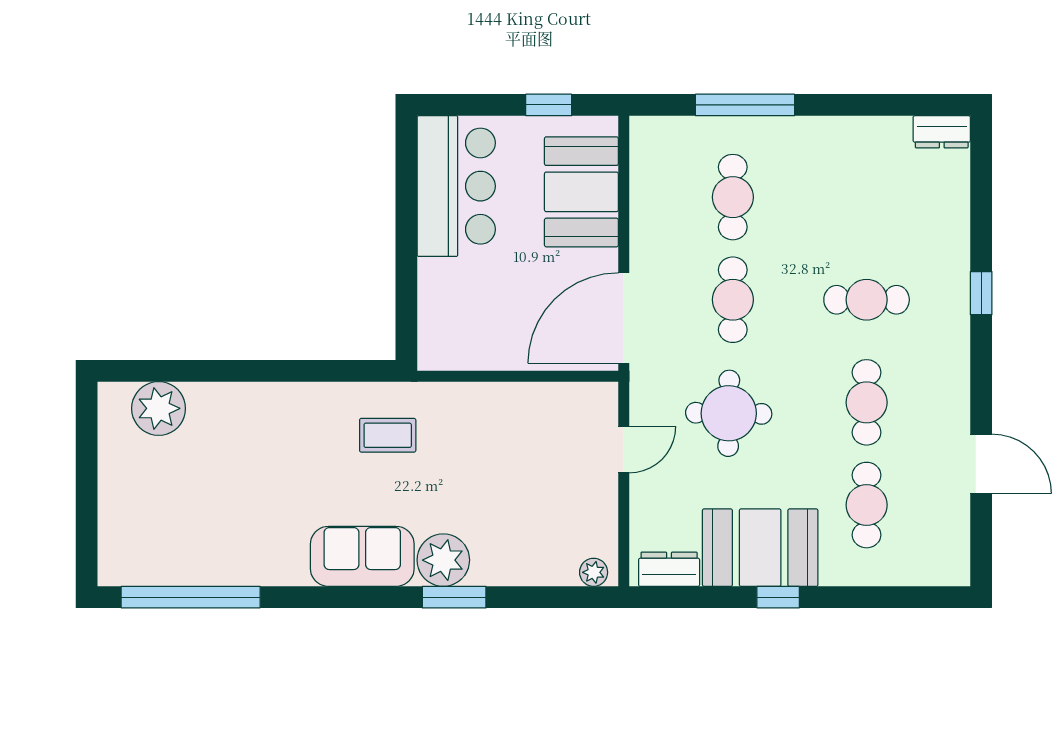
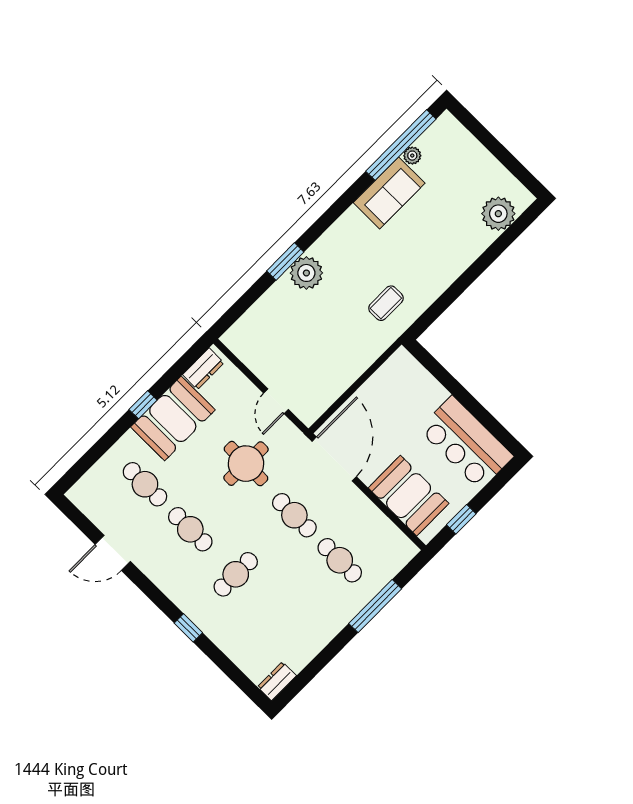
sofa: (362, 556) -> (389, 193), moved
plant: (594, 572) -> (412, 156), moved

